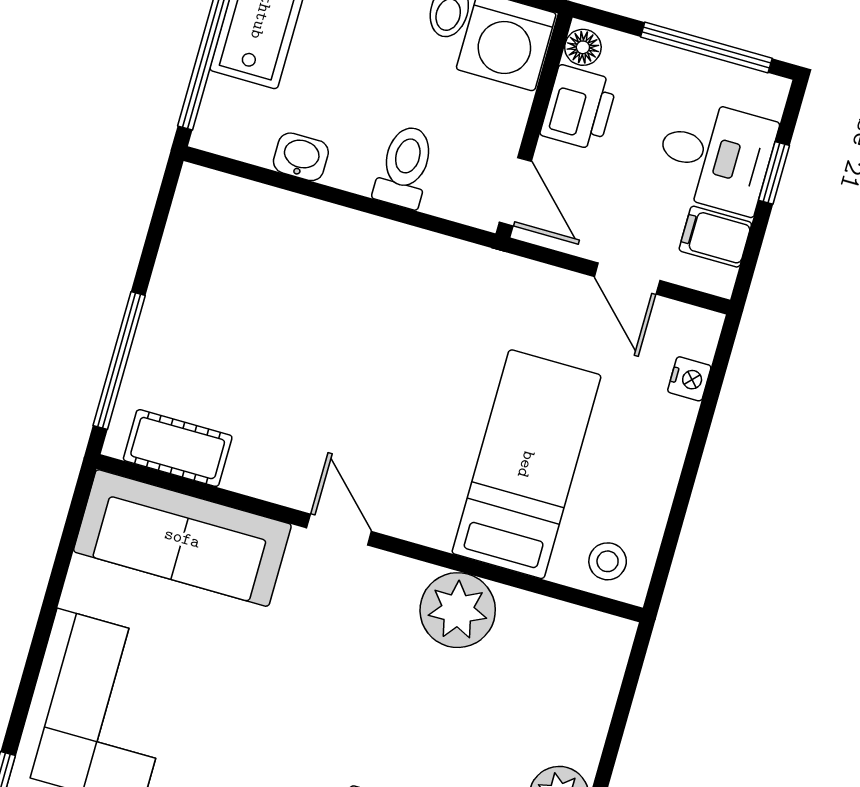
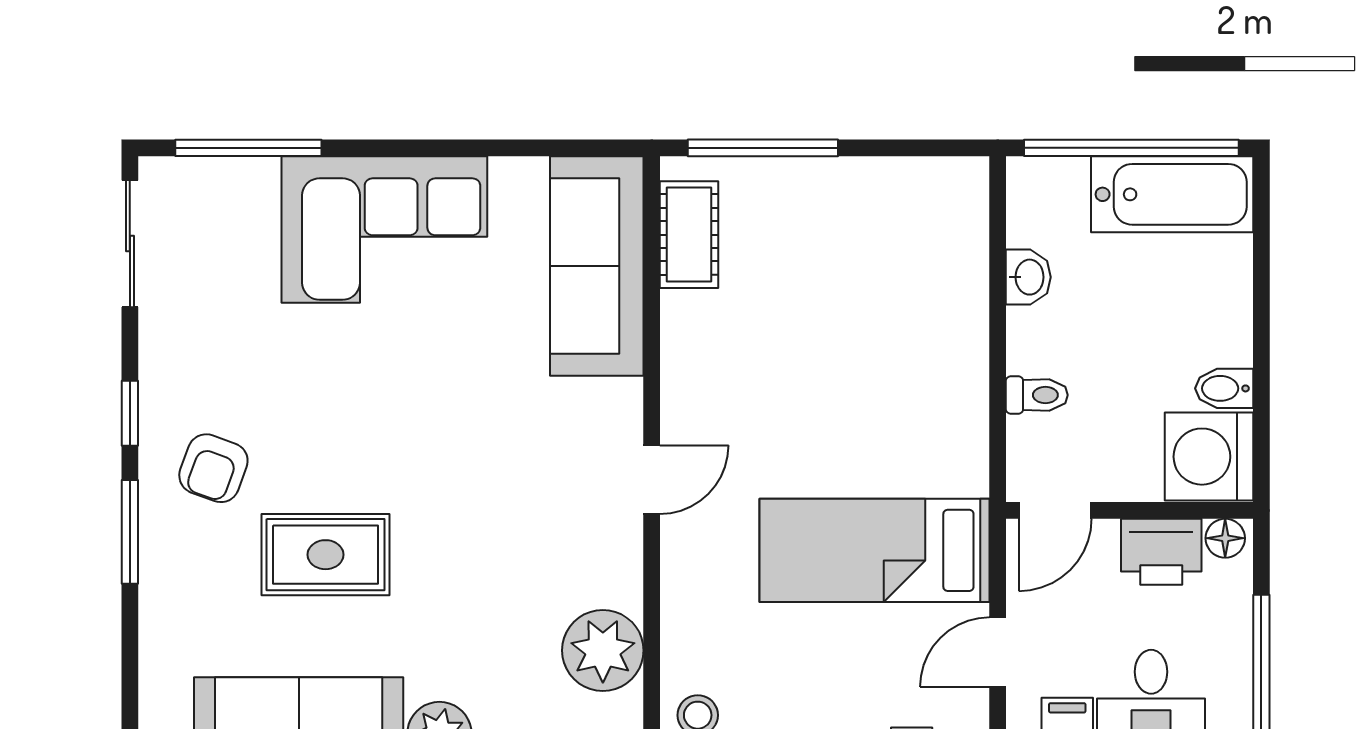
toilet: (405, 167) -> (1037, 395), width x0.73, depth x0.72
bed: (526, 464) -> (875, 550), moved, turned 180
door: (339, 530) -> (652, 480), moved
plant: (458, 610) -> (603, 650), moved

